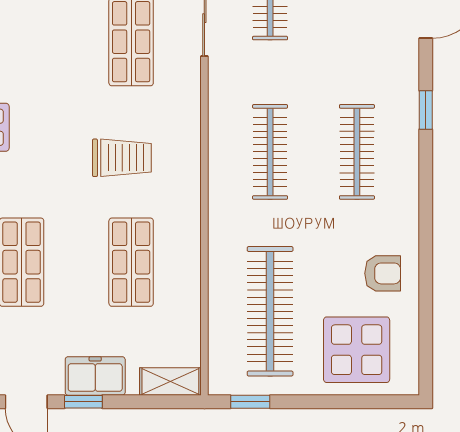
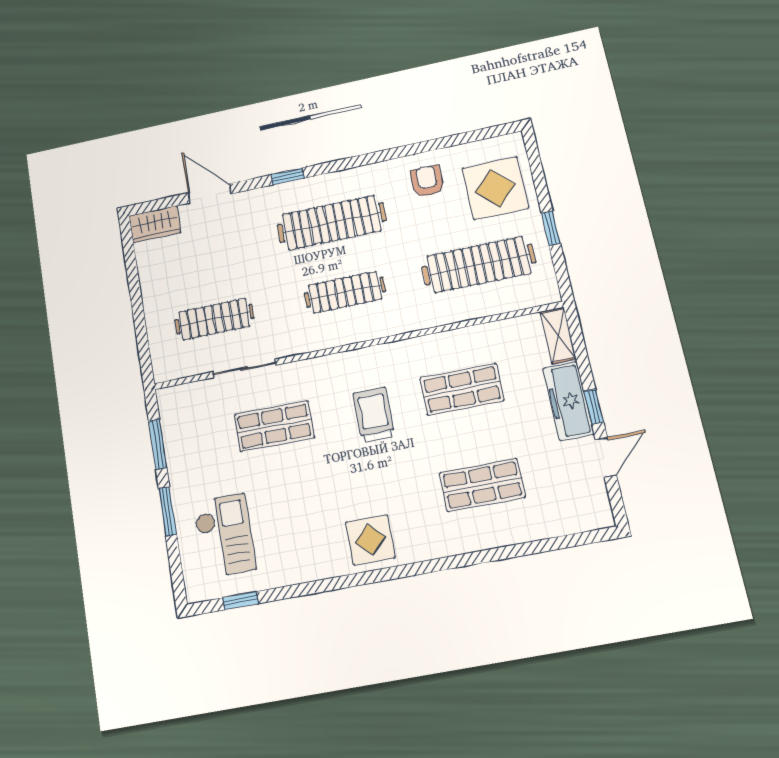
clothes rail: (357, 152) -> (332, 223), width x1.37, depth x1.31
freezer: (95, 376) -> (568, 401), width x1.40
window: (250, 402) -> (551, 228), moved

